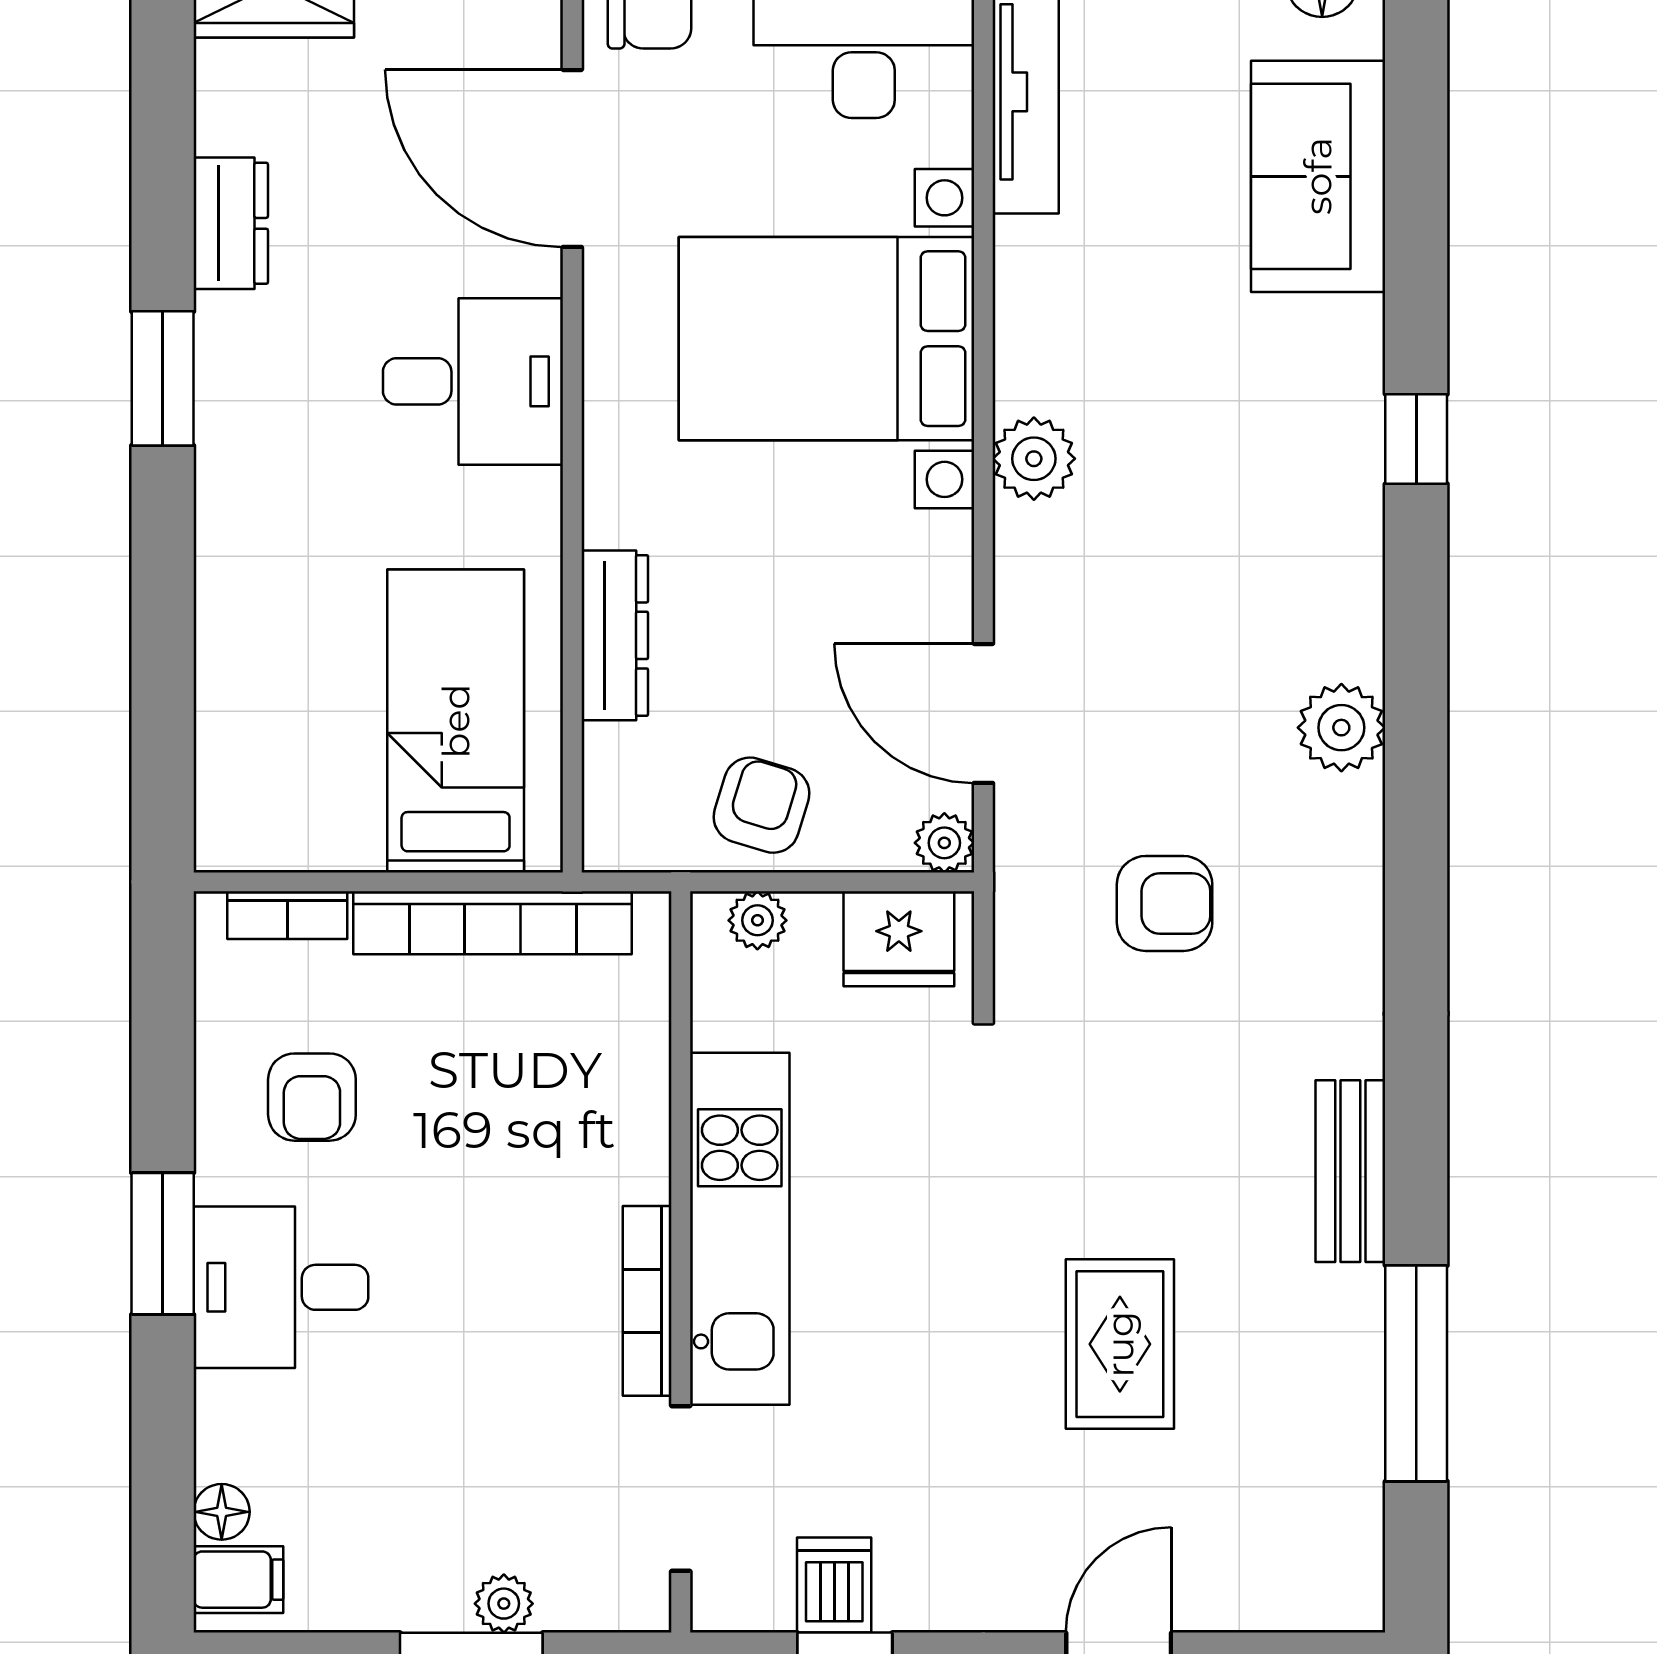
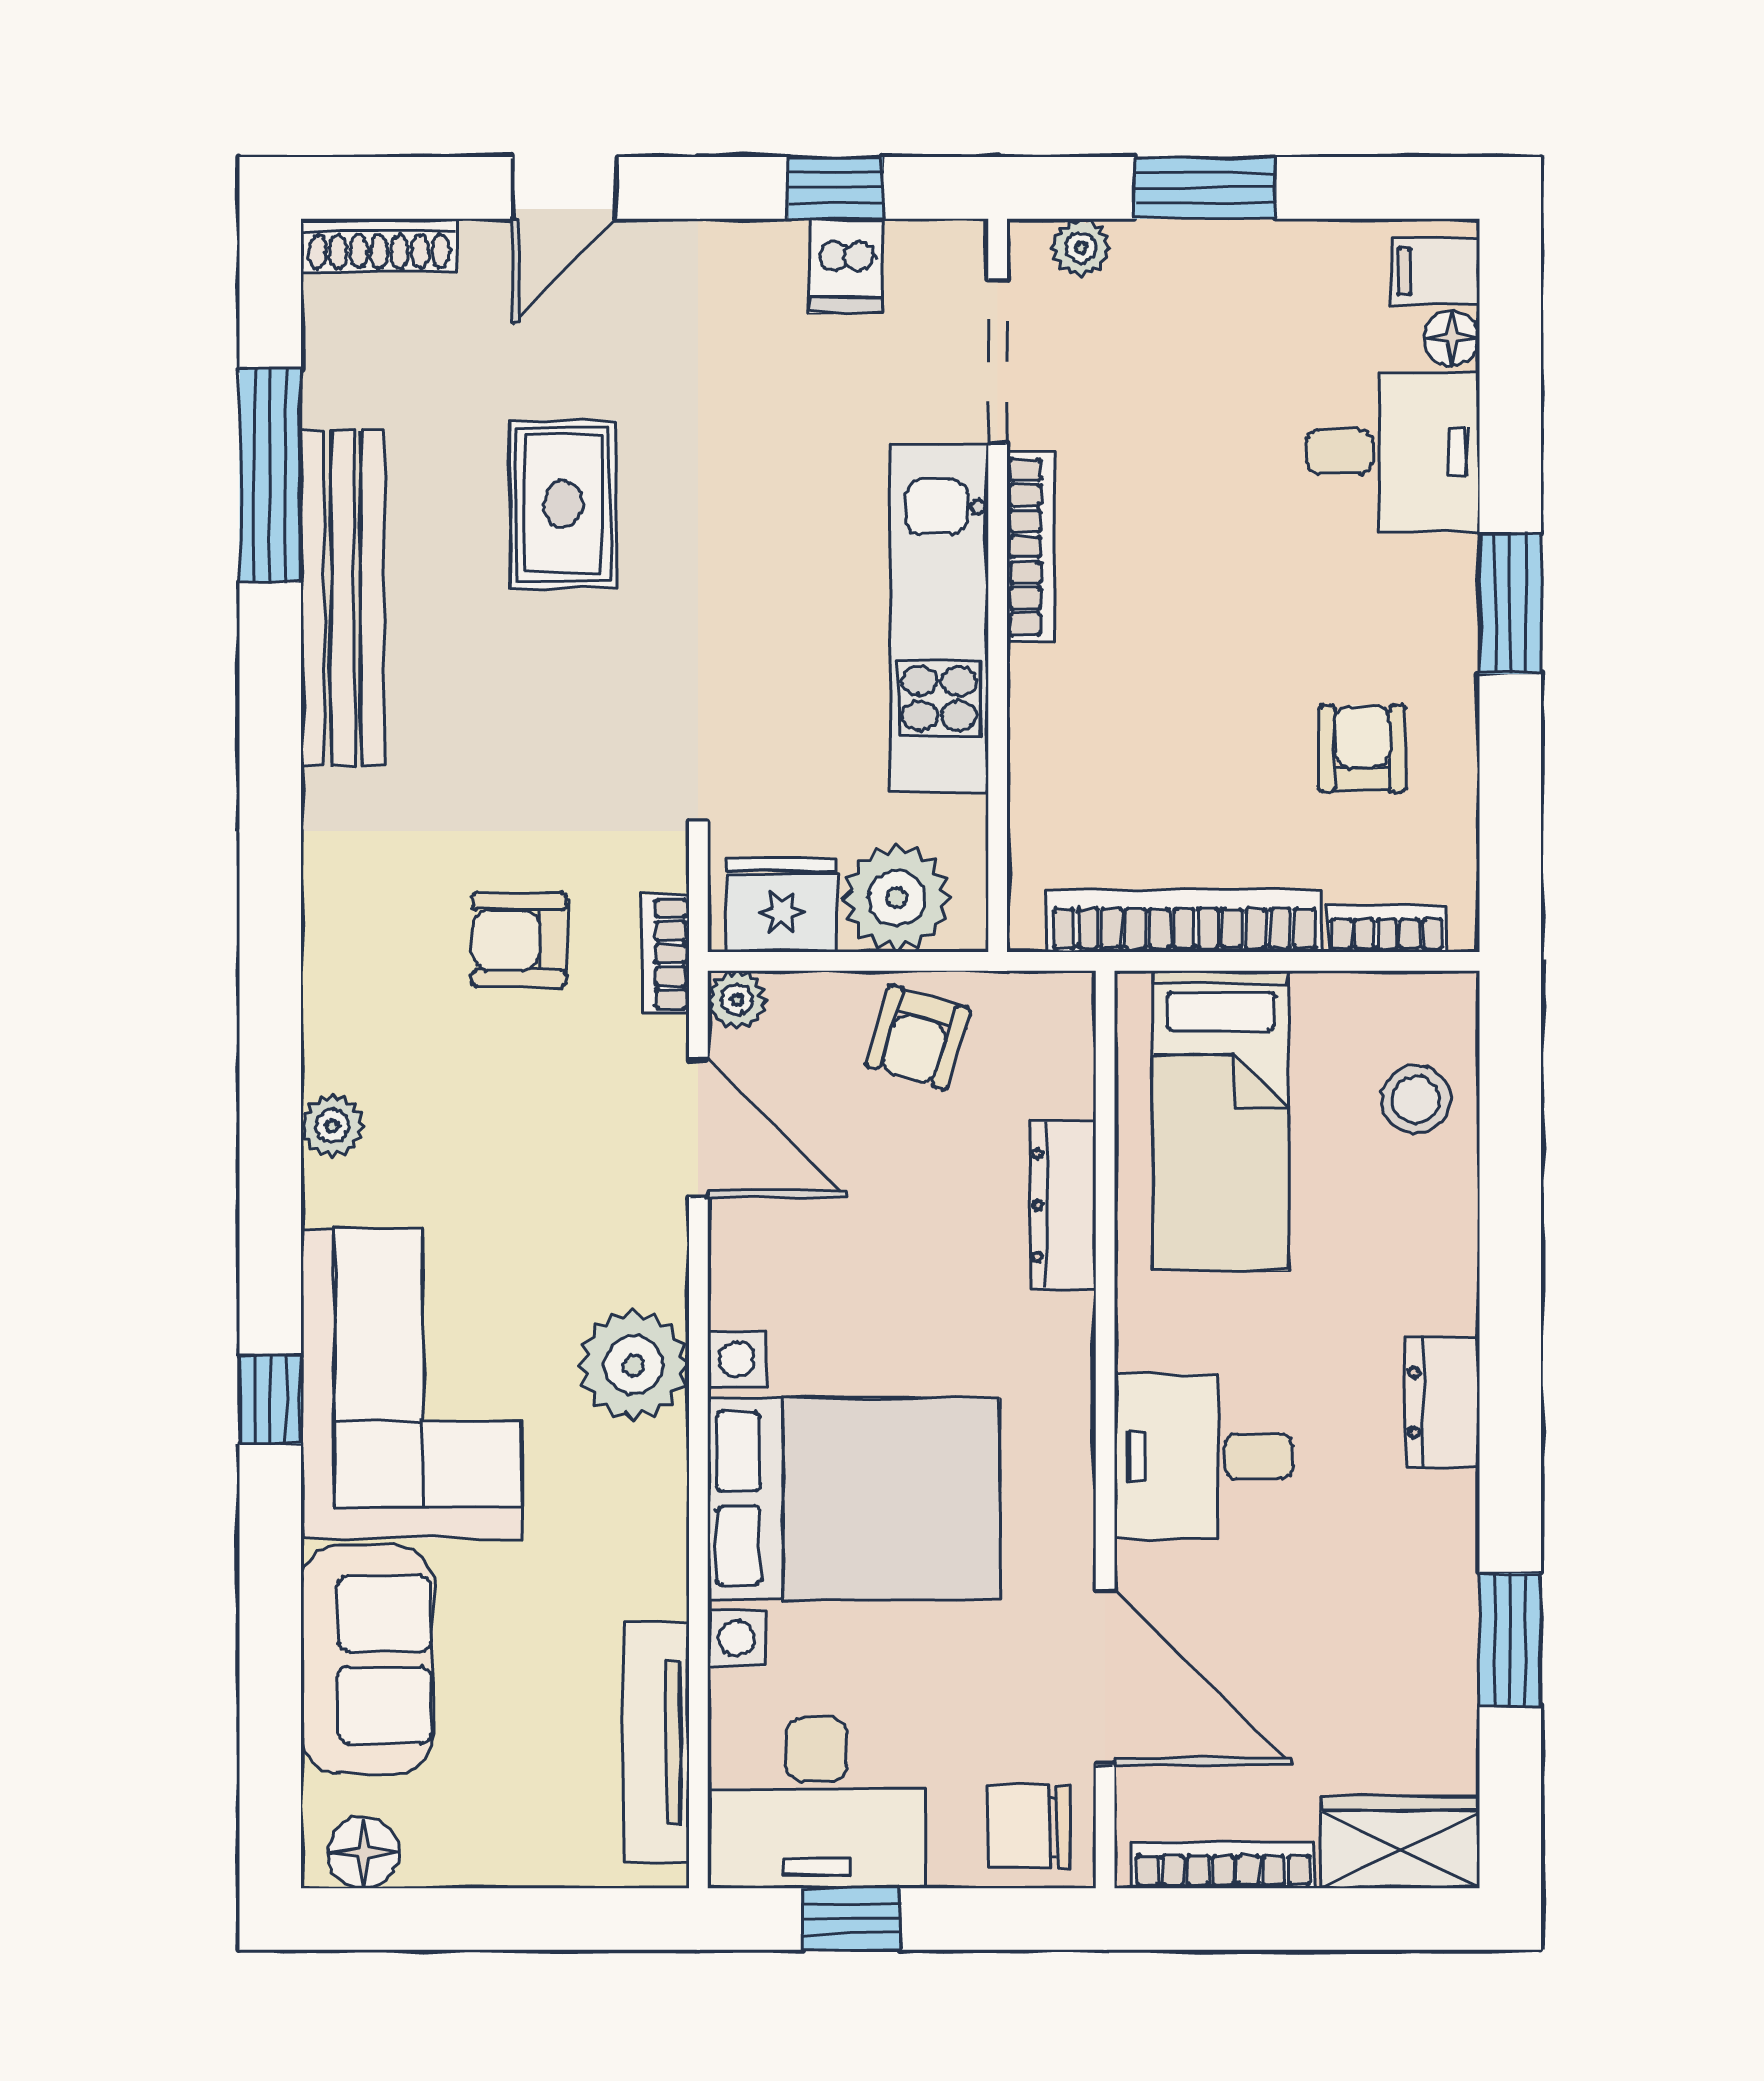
dresser: (231, 223) -> (1443, 1402), moved
window: (163, 378) -> (1510, 1639), moved
corner sofa: (1273, 455) -> (411, 1384), added
plant: (1034, 459) -> (634, 1365), width x1.36, depth x1.36
plant: (1341, 728) -> (332, 1126), width x0.73, depth x0.73
stool: (258, 742) -> (1416, 1099), added
bookcase: (1016, 890) -> (666, 954), added
plant: (757, 920) -> (897, 898), width x1.87, depth x1.87
bench: (1350, 1171) -> (343, 598), width x1.86, depth x1.21
desk: (281, 1287) -> (1393, 452), moved
plant: (504, 1604) -> (1081, 247), moved
shoe rack: (1306, 1606) -> (379, 245), added

